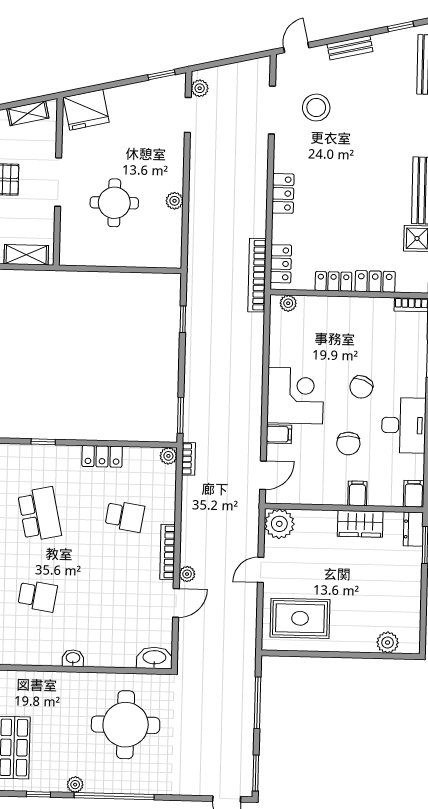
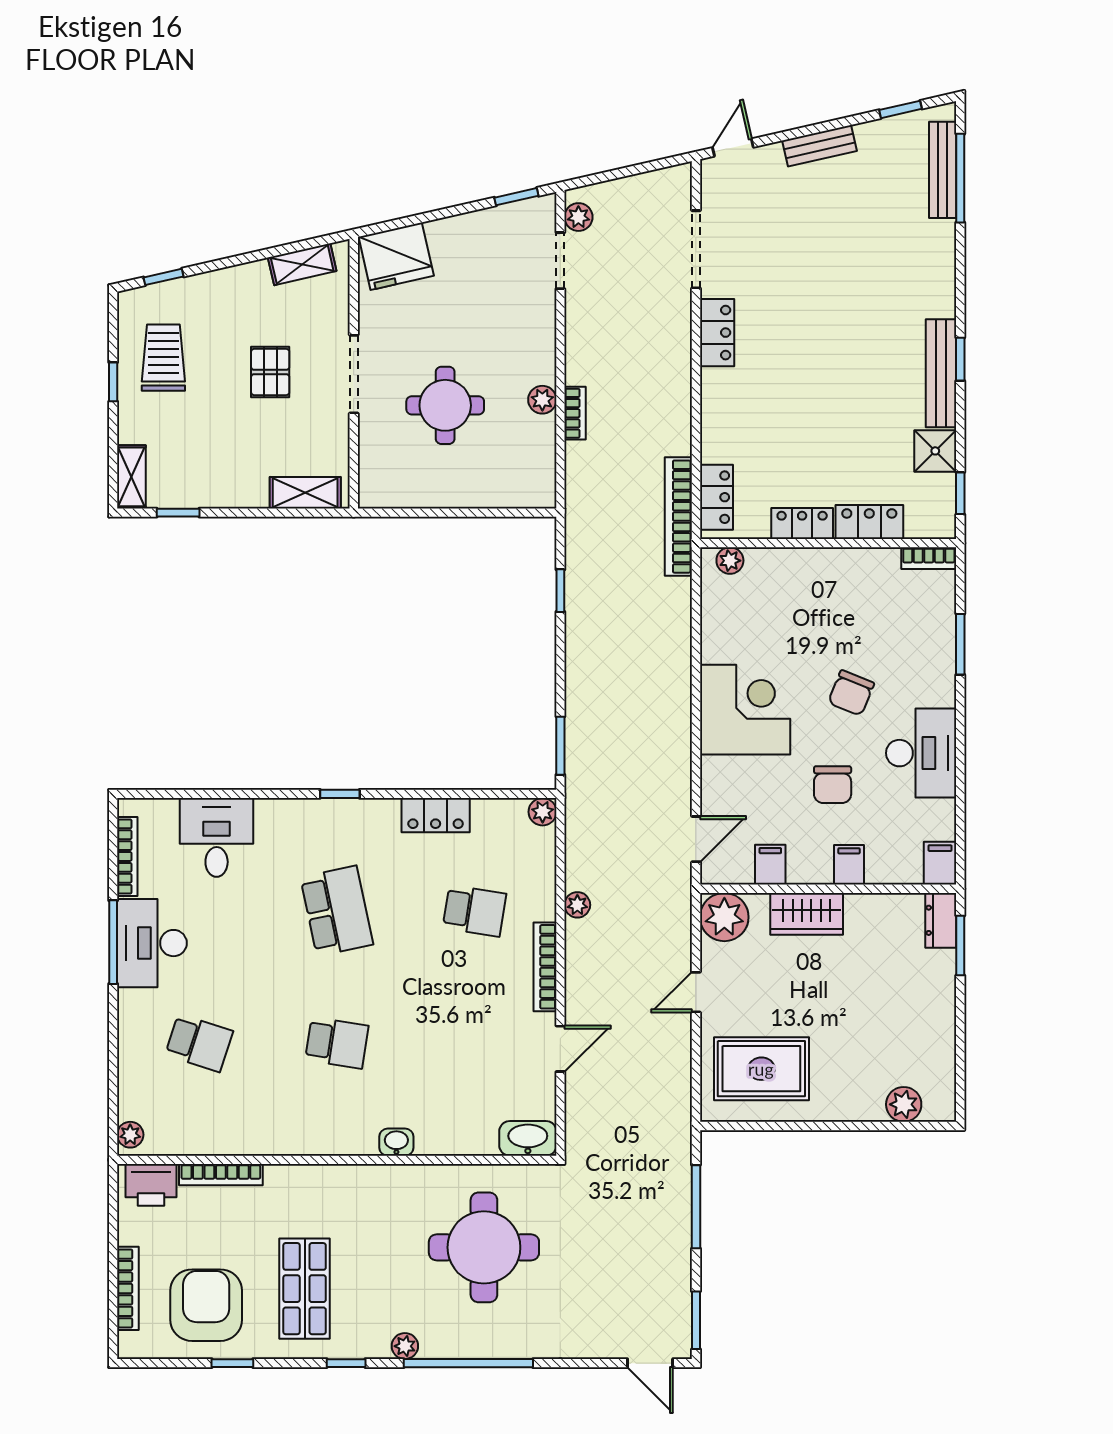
stool: (316, 108) -> (767, 244), removed
locker: (283, 193) -> (717, 333), moved
filing cabinet: (279, 434) -> (770, 865), moved, turned -90
bookcase: (188, 459) -> (575, 413), moved
wardrobe: (360, 524) -> (807, 914), moved
plant: (187, 574) -> (577, 905), moved

